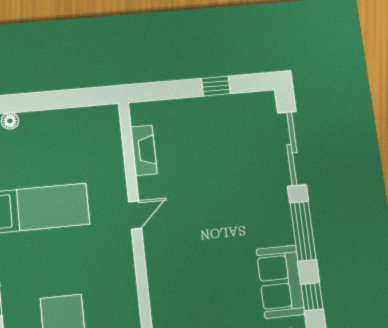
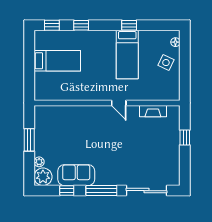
window: (216, 86) -> (185, 137), moved
side table: (50, 135) -> (166, 63), added

